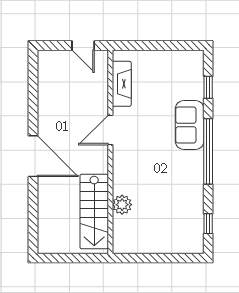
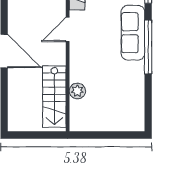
sofa: (190, 125) -> (133, 33), width x1.36
window: (208, 224) -> (148, 107), removed

